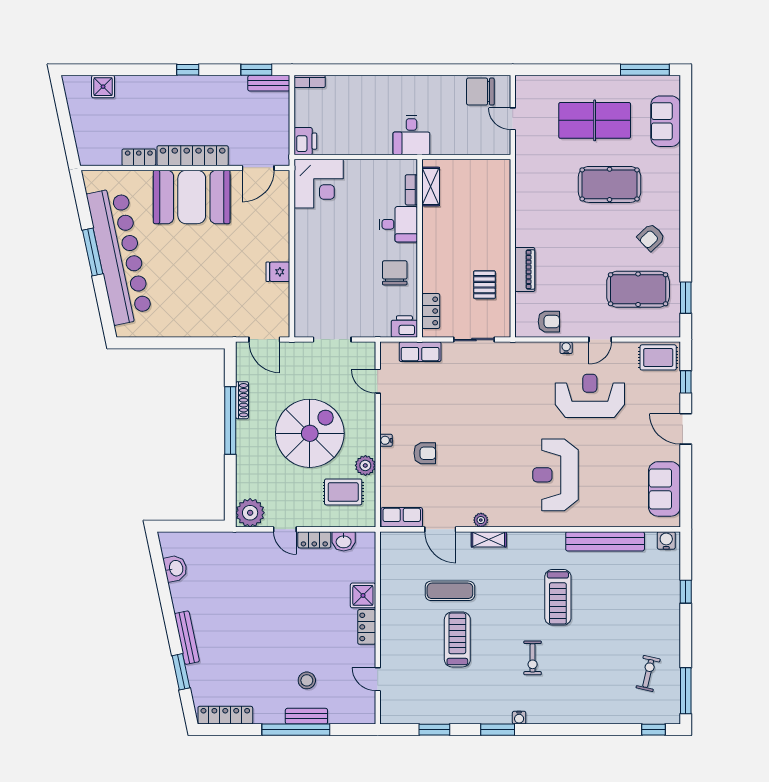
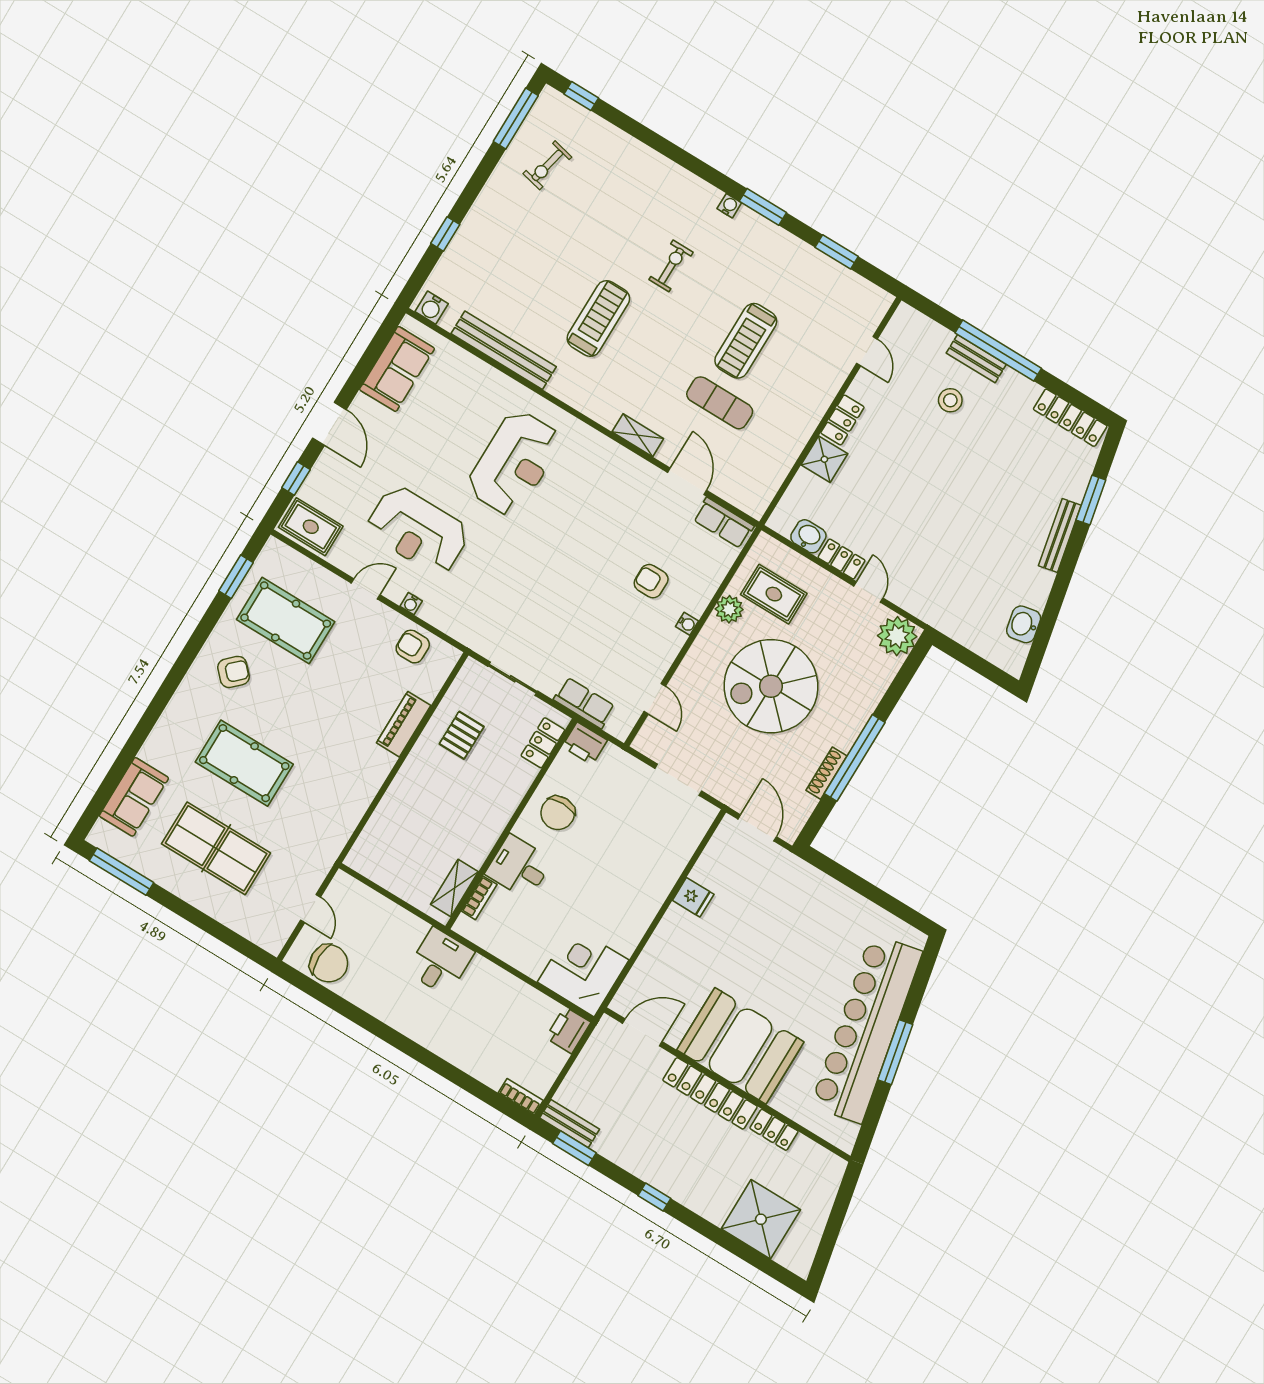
shower: (103, 87) -> (761, 1219), width x1.86, depth x1.86
plant: (481, 520) -> (633, 463), removed

